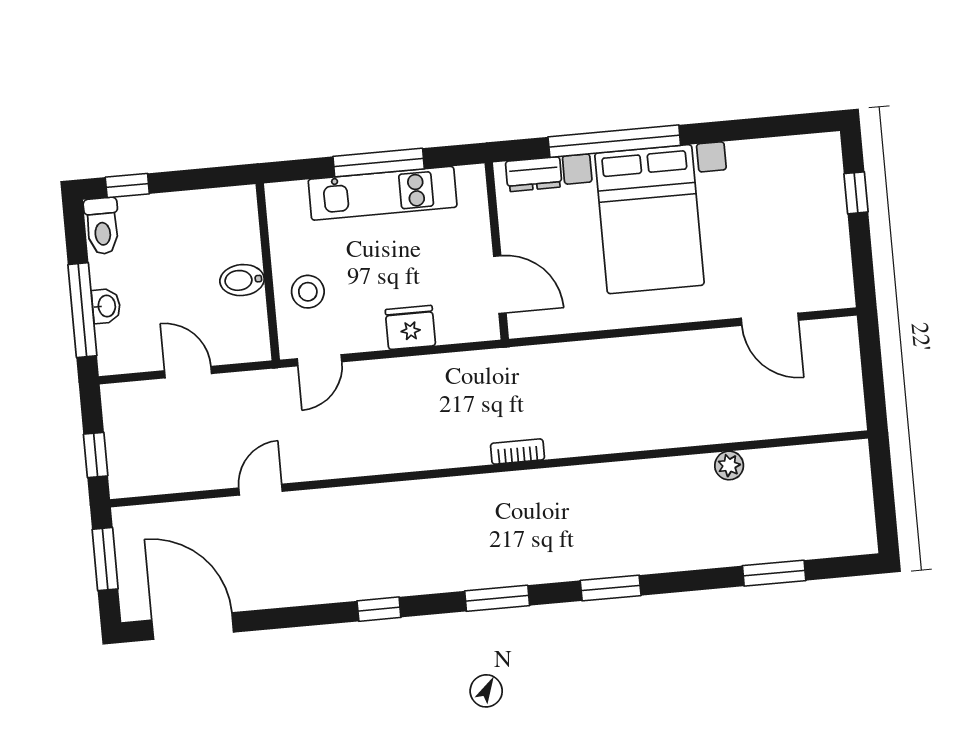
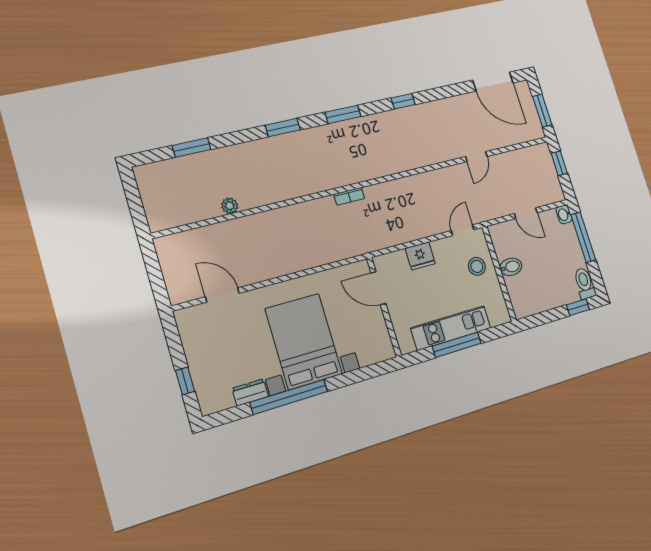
window: (614, 141) -> (289, 397), moved
dresser: (534, 174) -> (250, 392), moved
washbasin: (106, 306) -> (564, 214), moved

